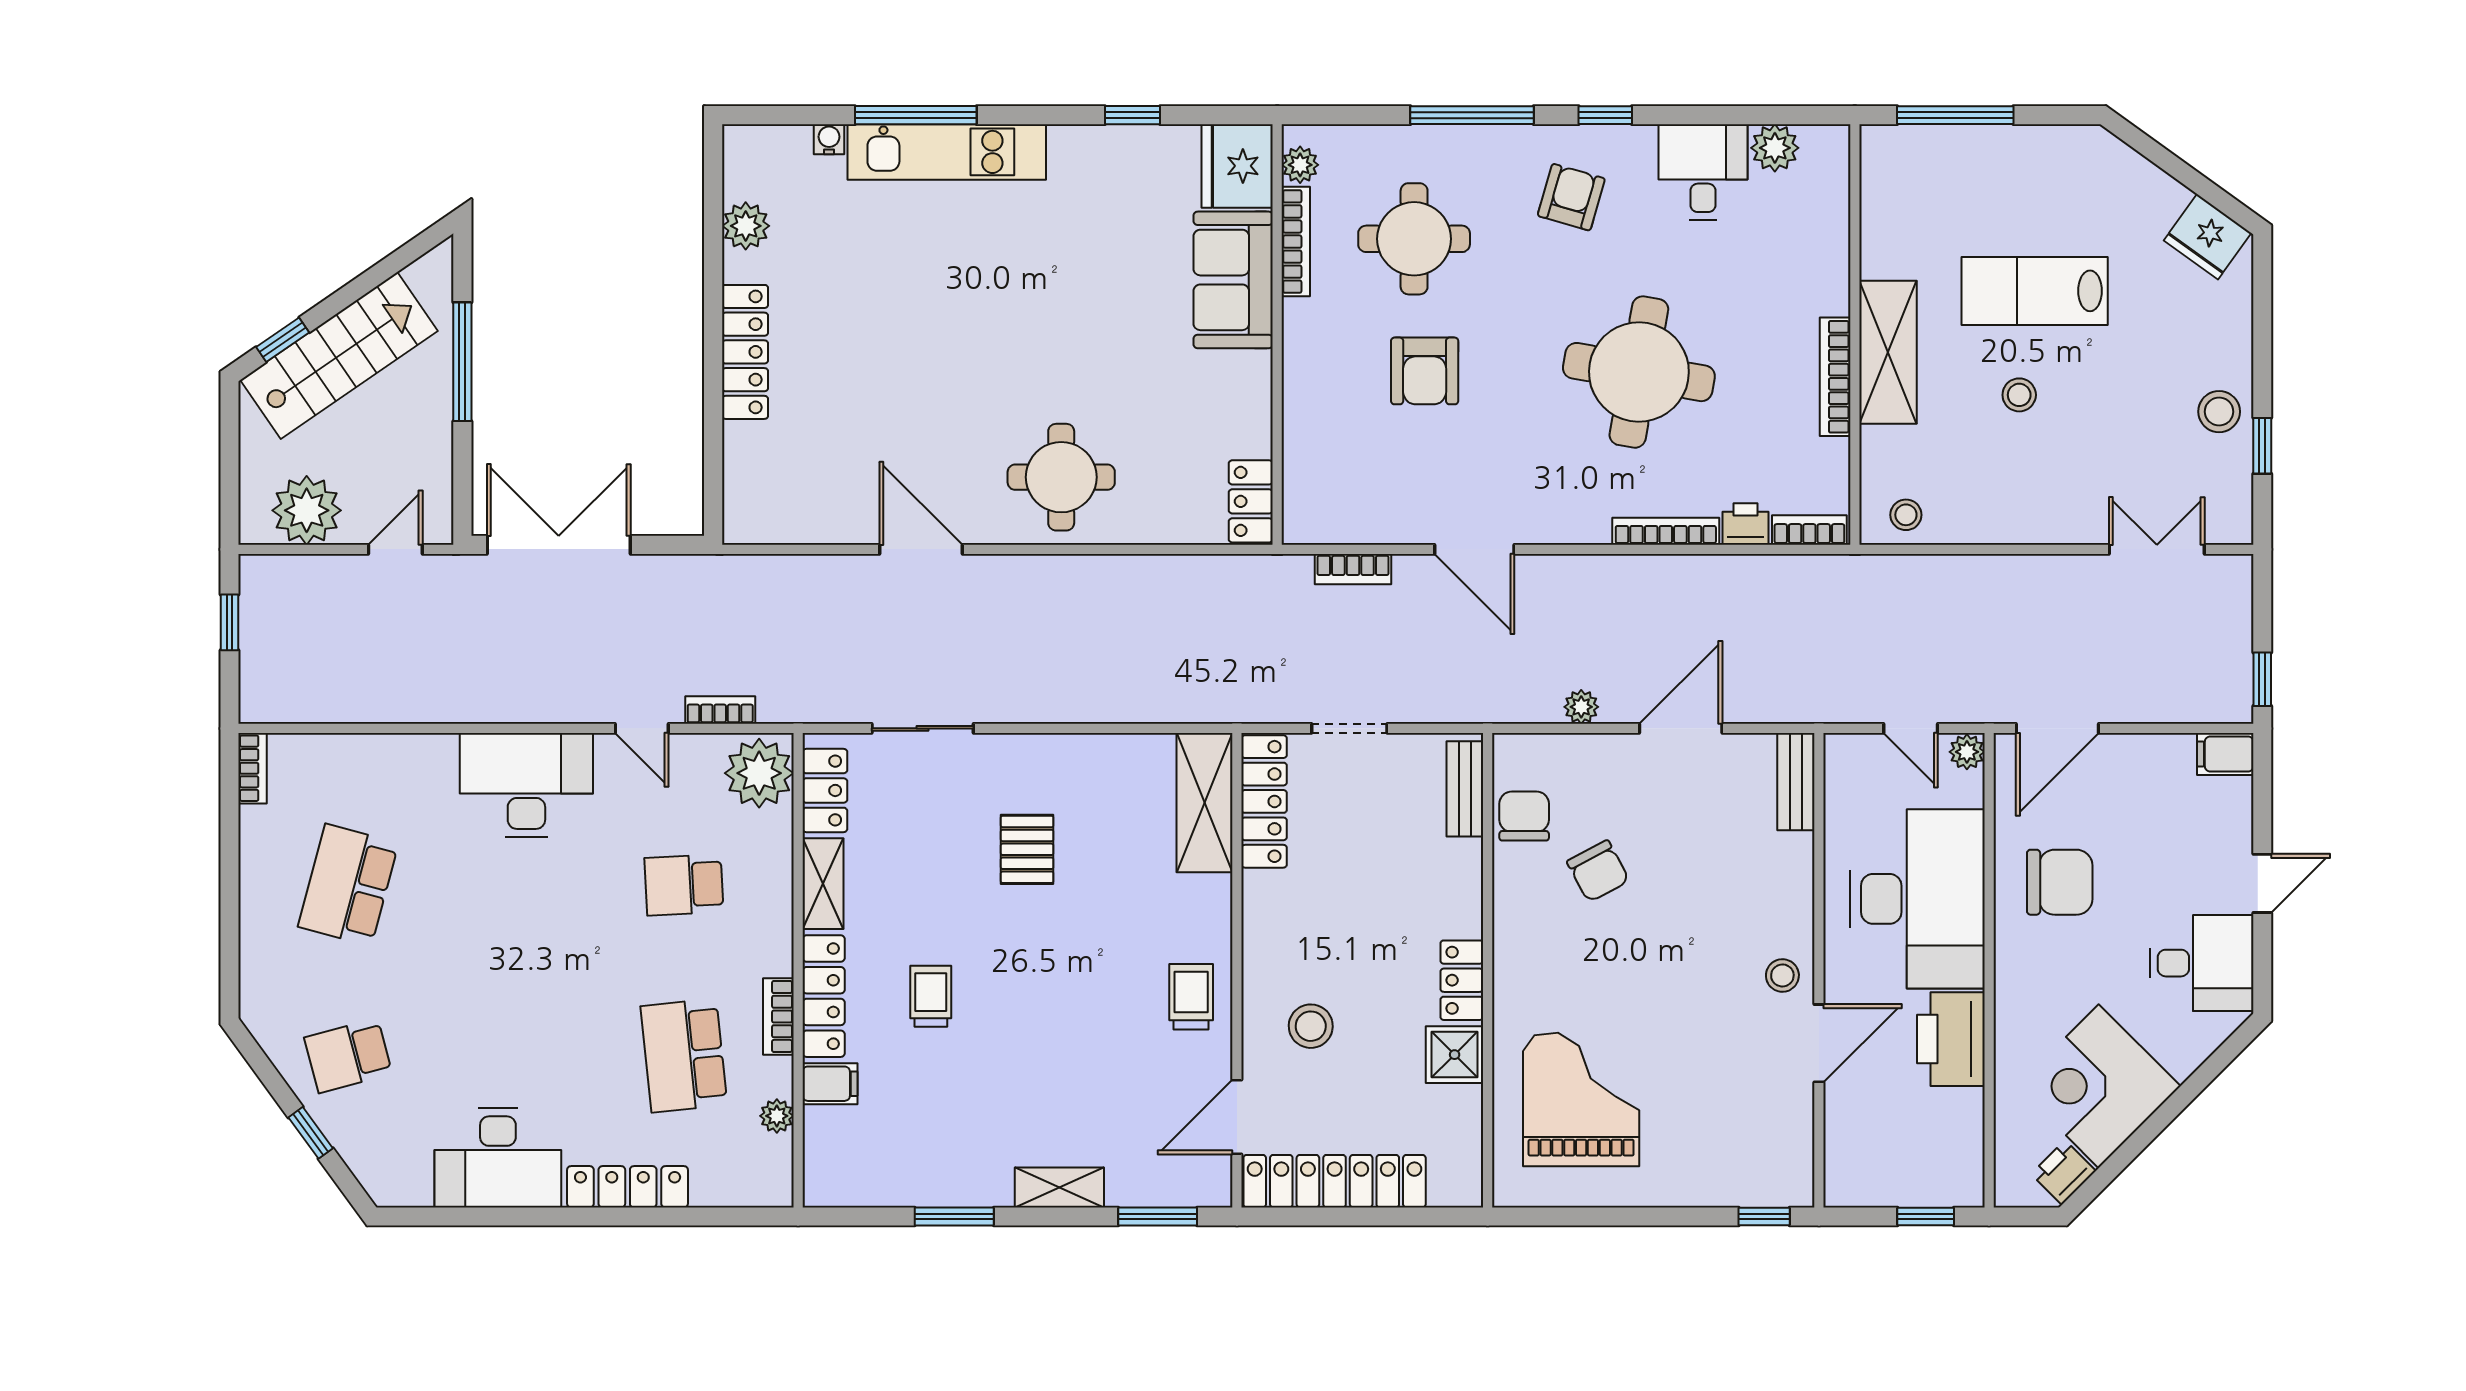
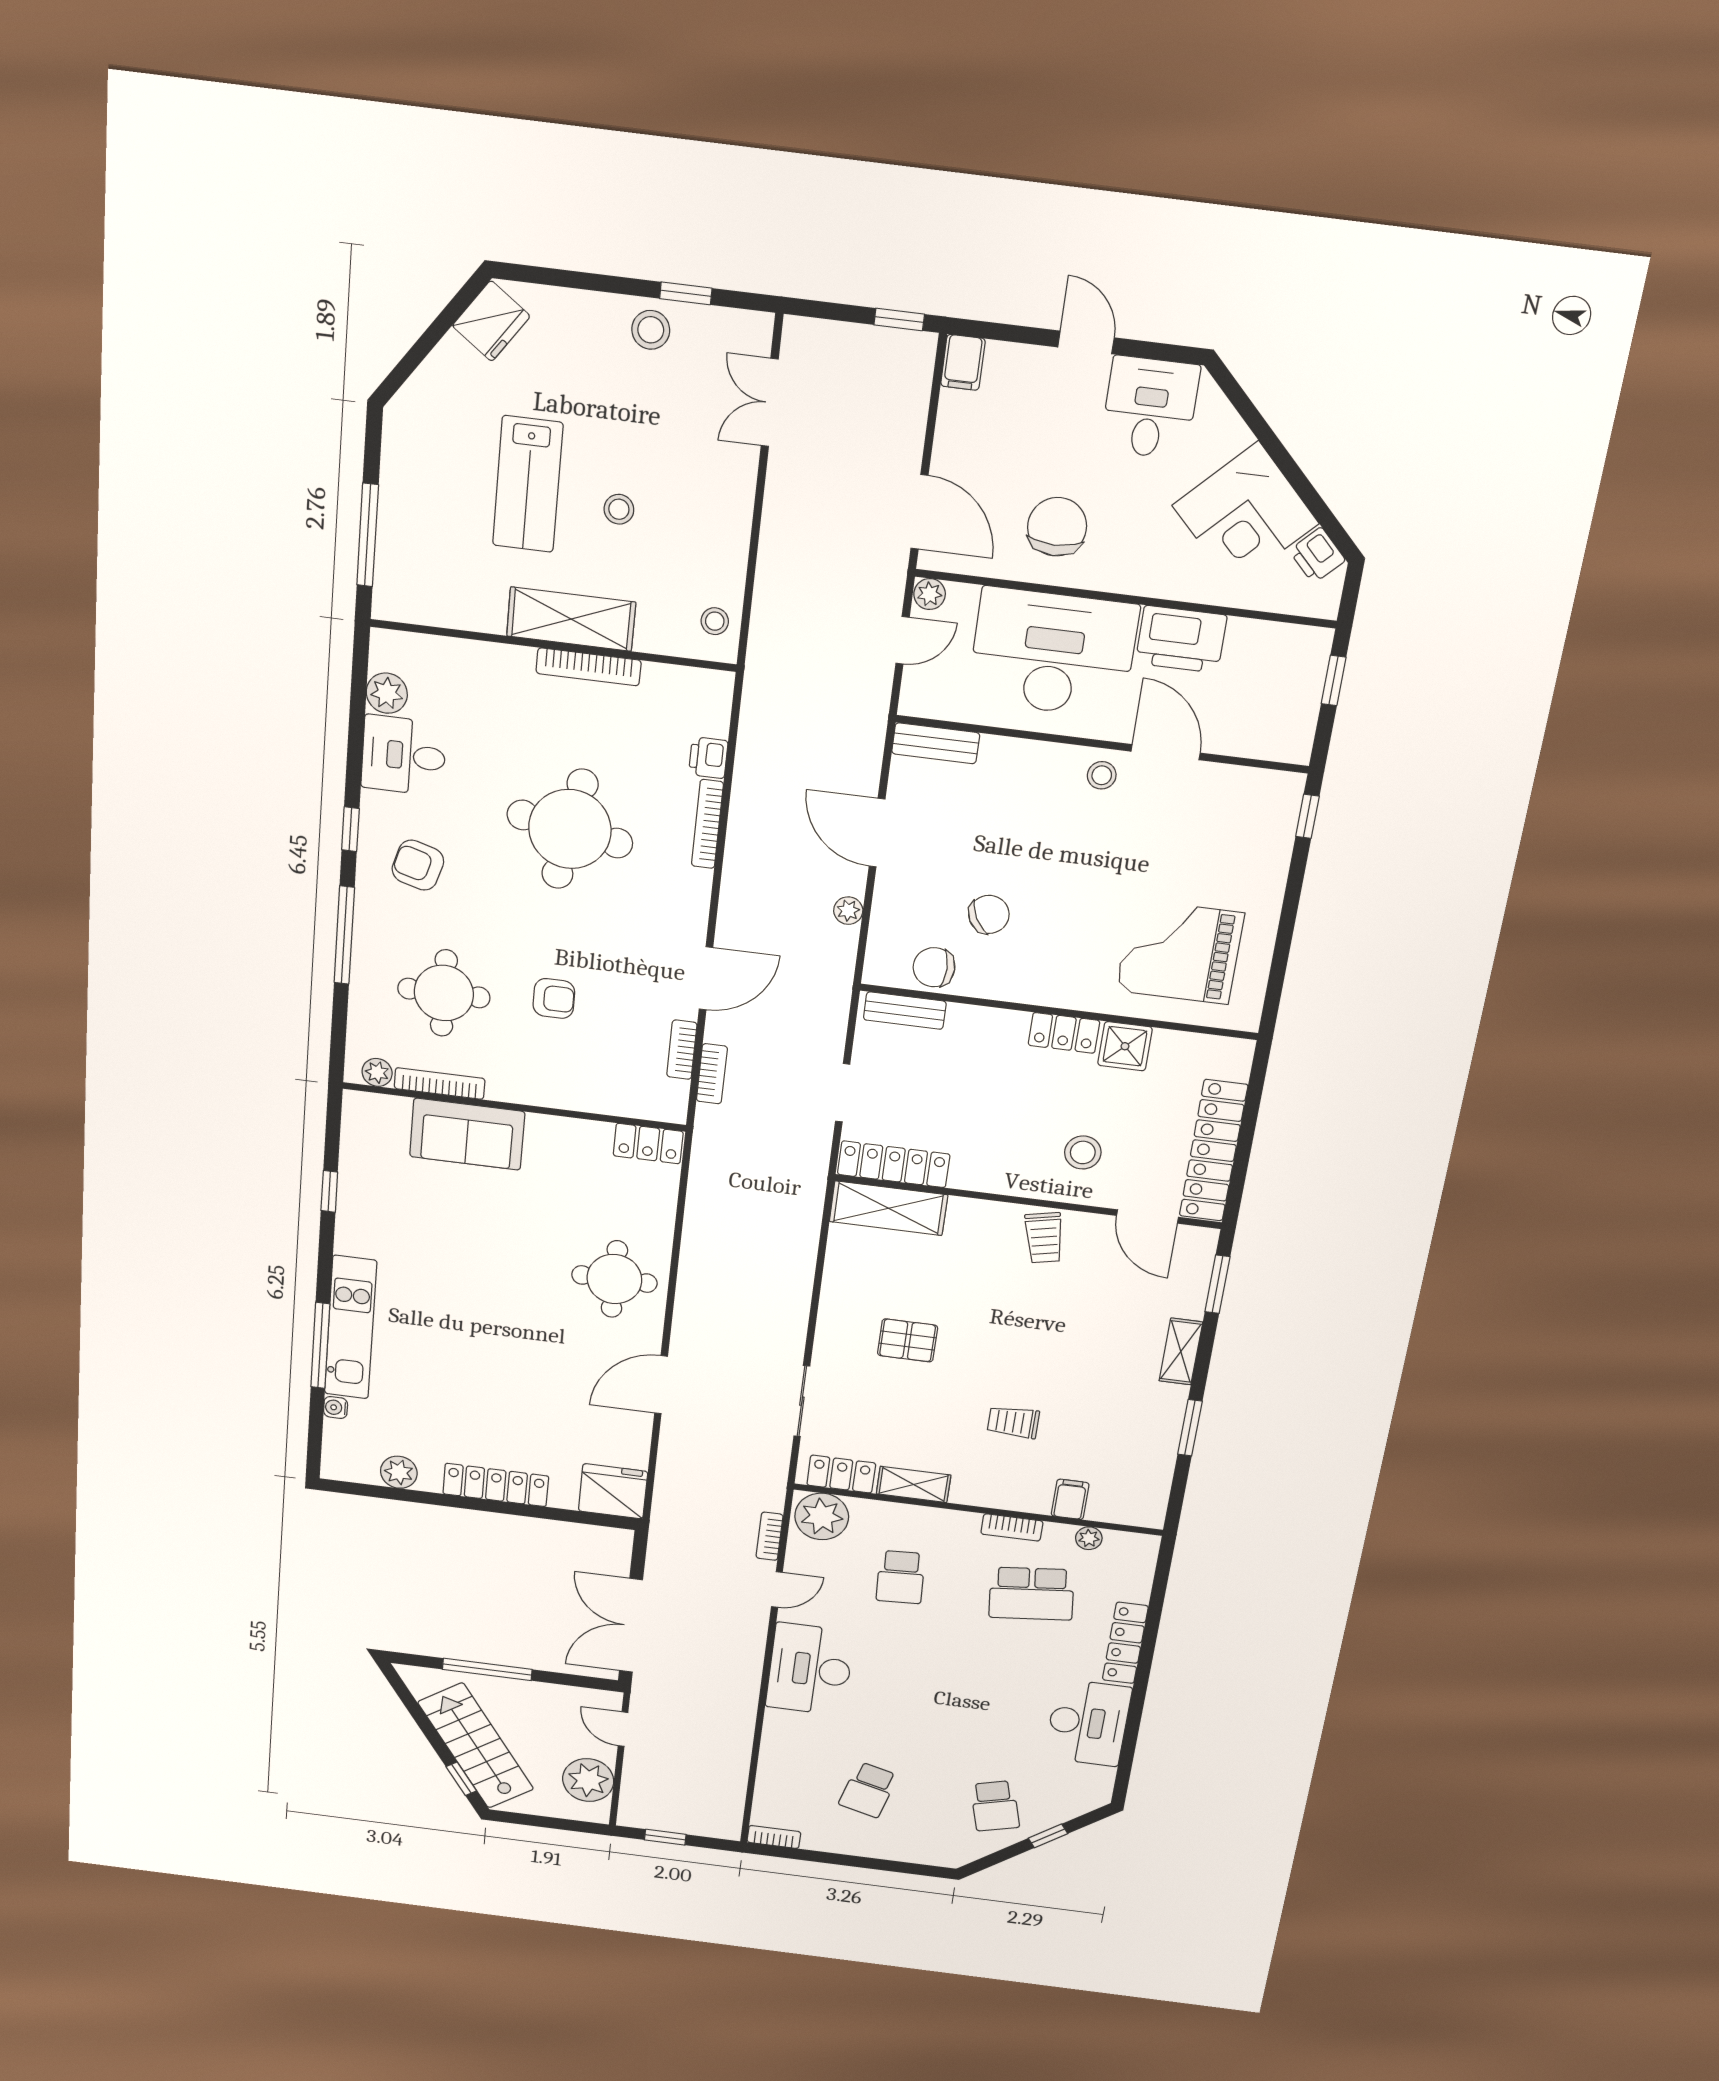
fridge: (1237, 166) -> (613, 1491), moved, turned 180
armchair: (1425, 371) -> (554, 998), width x0.72, depth x0.72
bookcase: (1809, 530) -> (682, 1050), moved
school desk: (348, 885) -> (868, 1790), width x0.54
locker: (824, 996) -> (1001, 1495), removed
trolley: (1191, 997) -> (1044, 1238), turned -102

